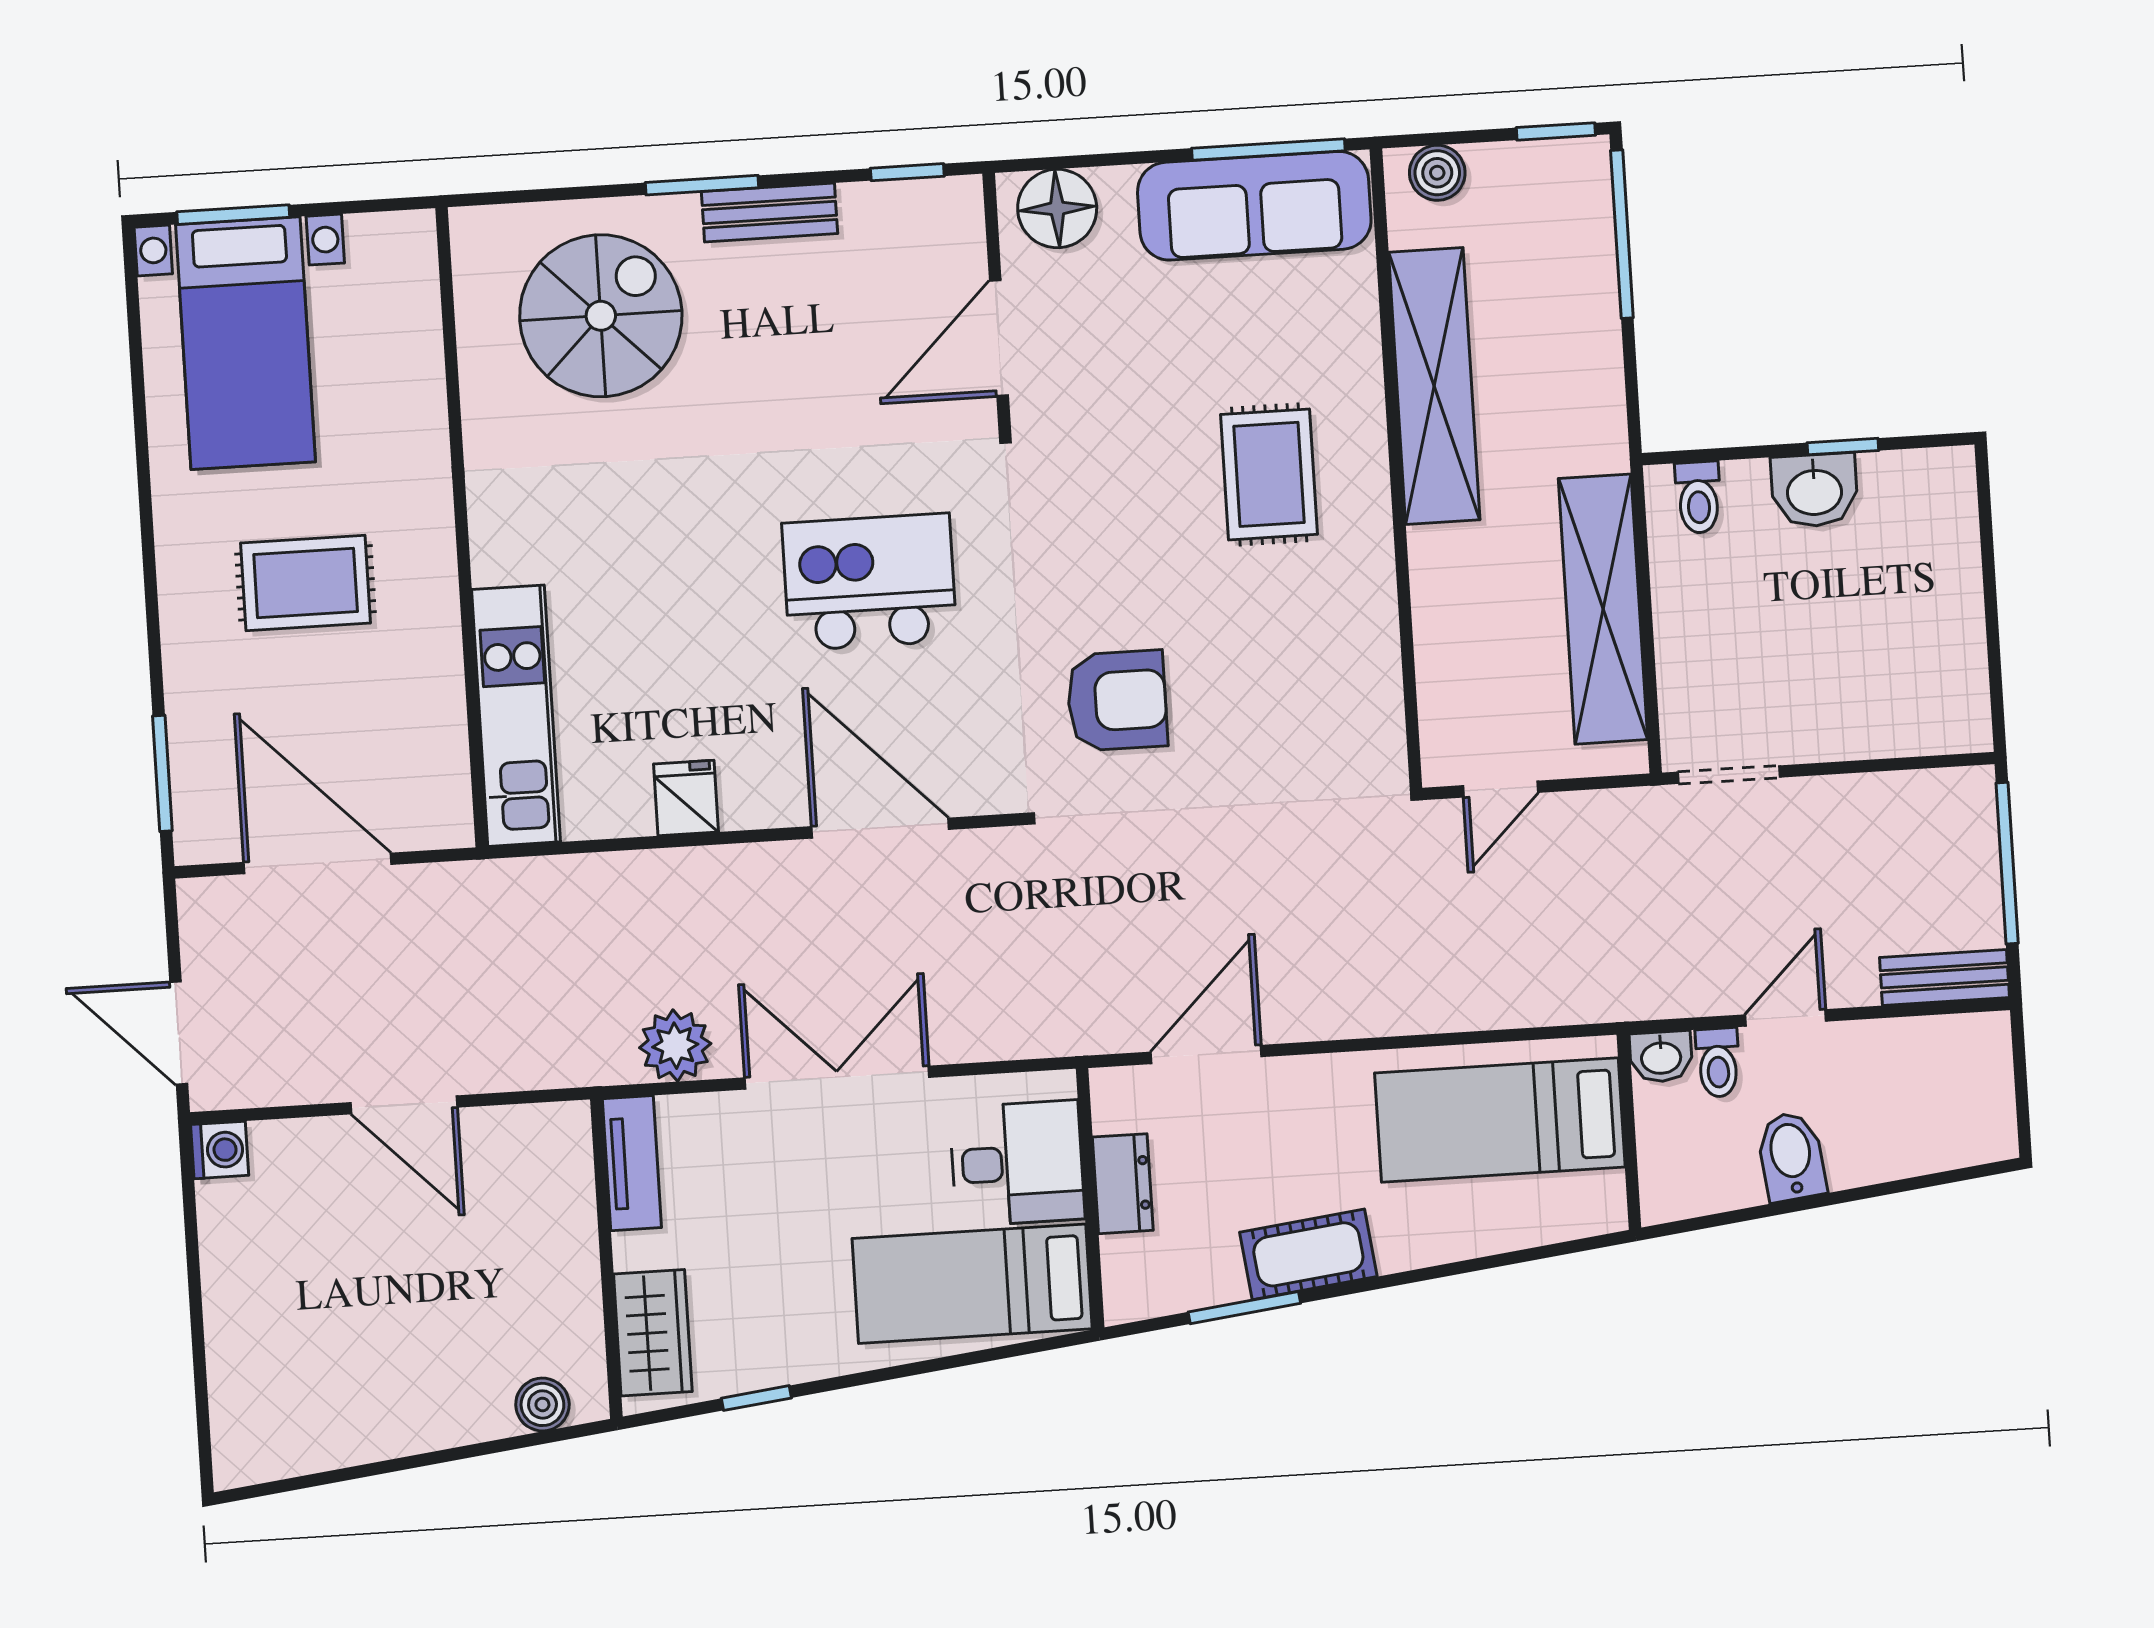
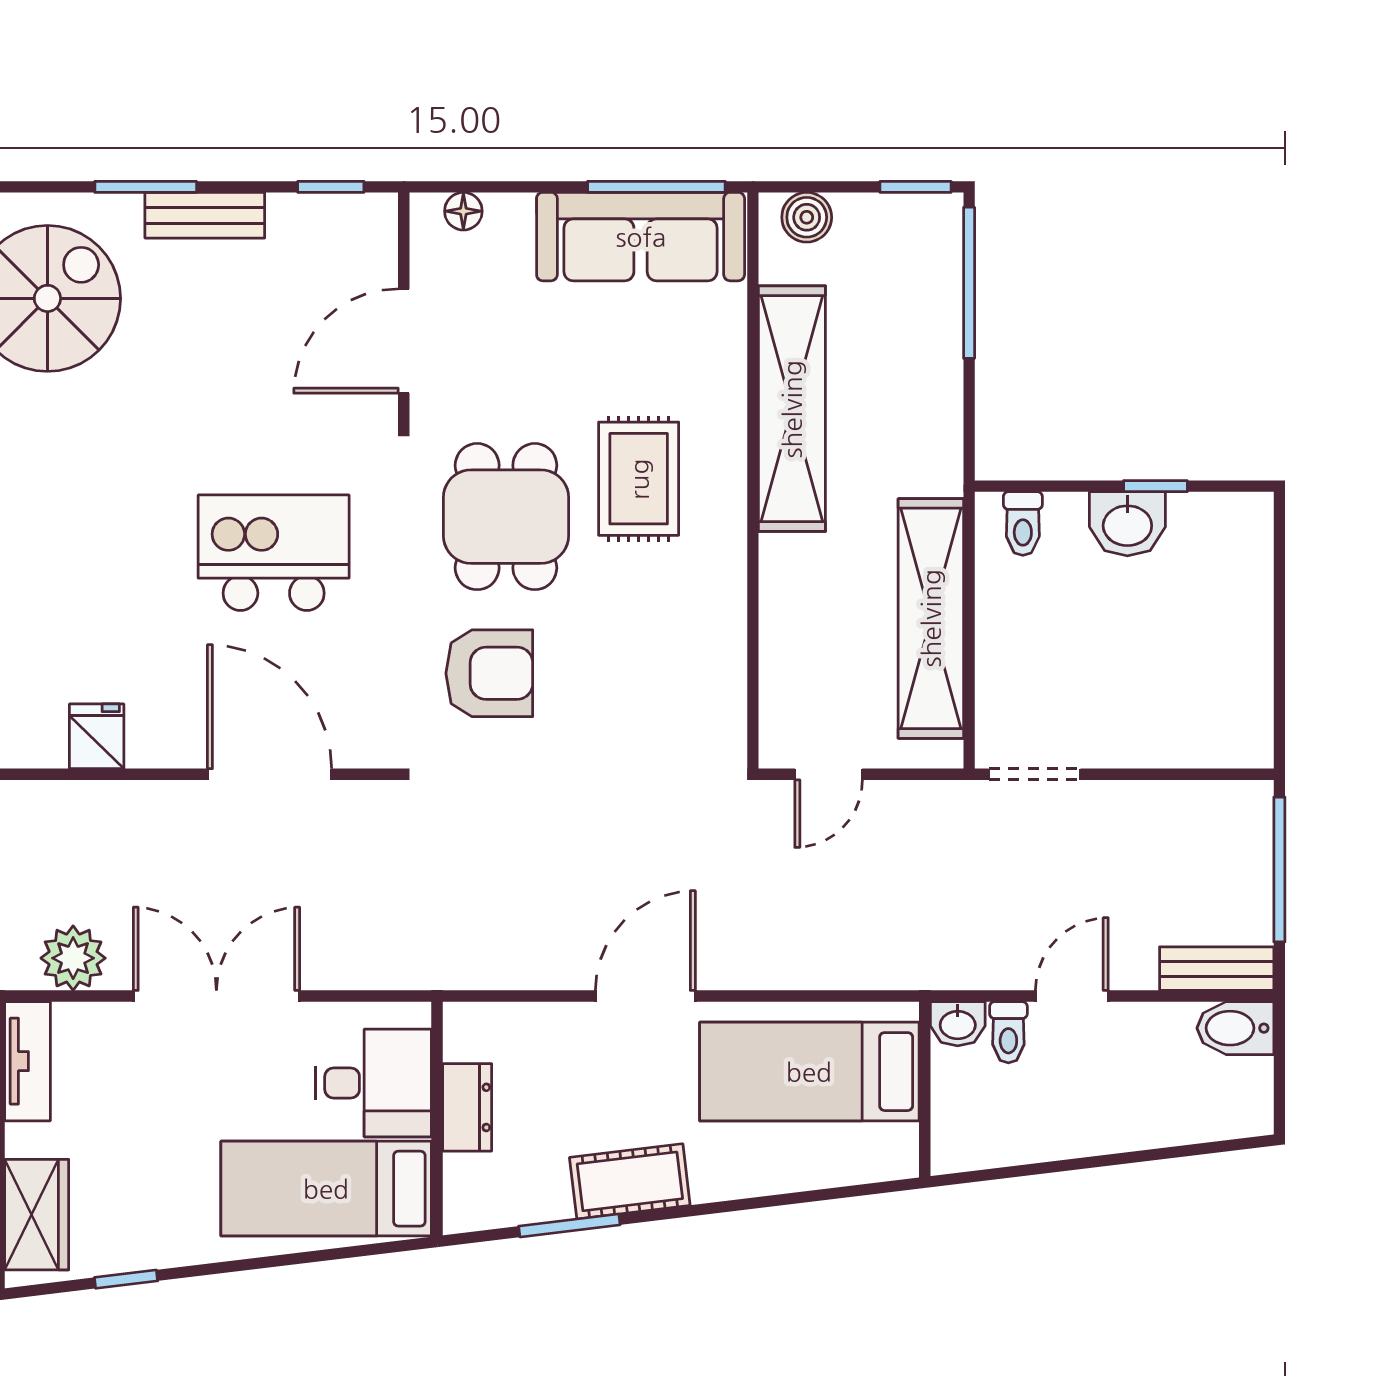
floor lamp: (1057, 208) -> (463, 211), width x0.53, depth x0.53
dining table: (1125, 526) -> (506, 517), added
door: (1206, 1054) -> (645, 996), moved
bidet: (1791, 1156) -> (1235, 1028), moved, turned -83

